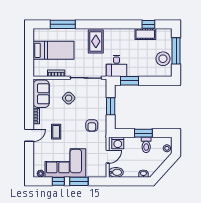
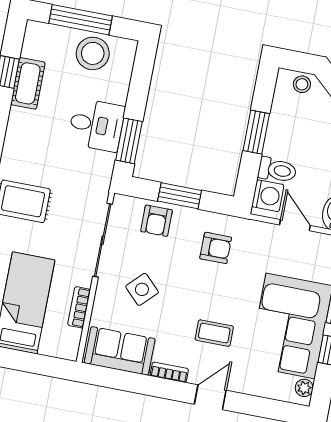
desk: (116, 66) -> (96, 125), moved
armchair: (98, 99) -> (156, 221), added
door: (29, 135) -> (210, 397), hinge flipped
toilet: (146, 145) -> (277, 170), moved

